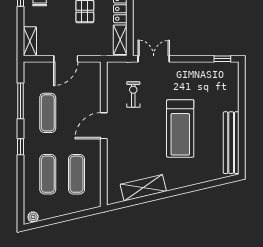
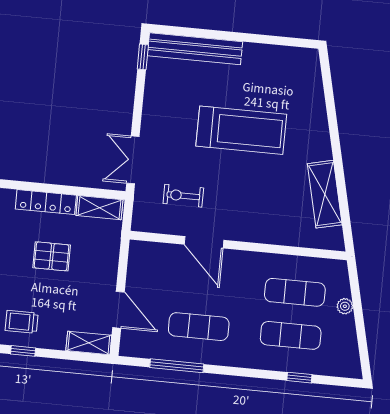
door: (66, 59) -> (118, 310), moved
door: (104, 126) -> (204, 242), moved
bench: (231, 143) -> (195, 49), moved
window: (20, 147) -> (299, 378), moved
plant: (33, 217) -> (345, 306), moved

